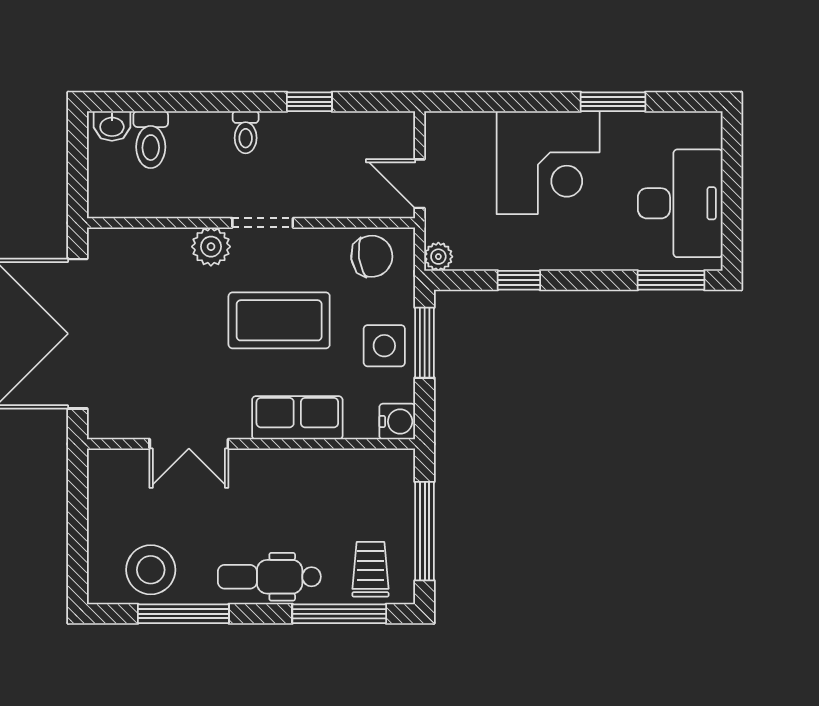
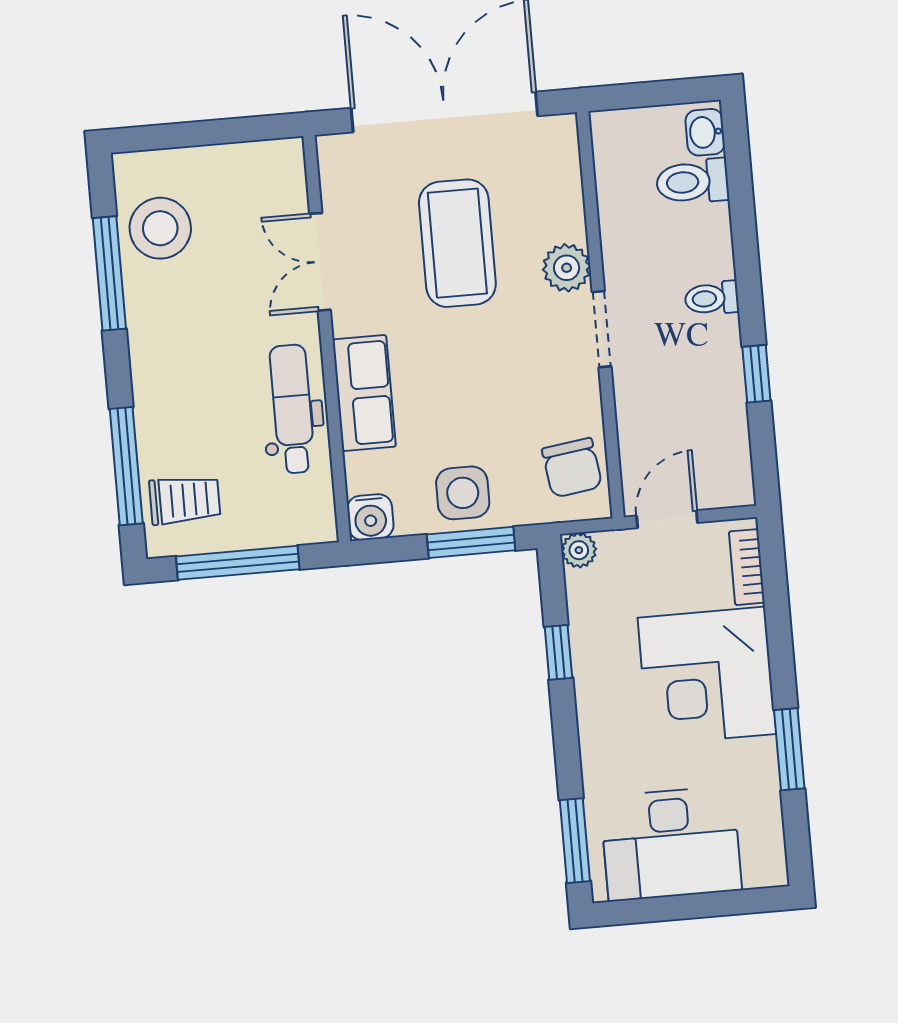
bookcase: (464, 123) -> (747, 567), added
coffee table: (279, 320) -> (457, 243), moved
dental chair: (269, 577) -> (292, 409), moved

